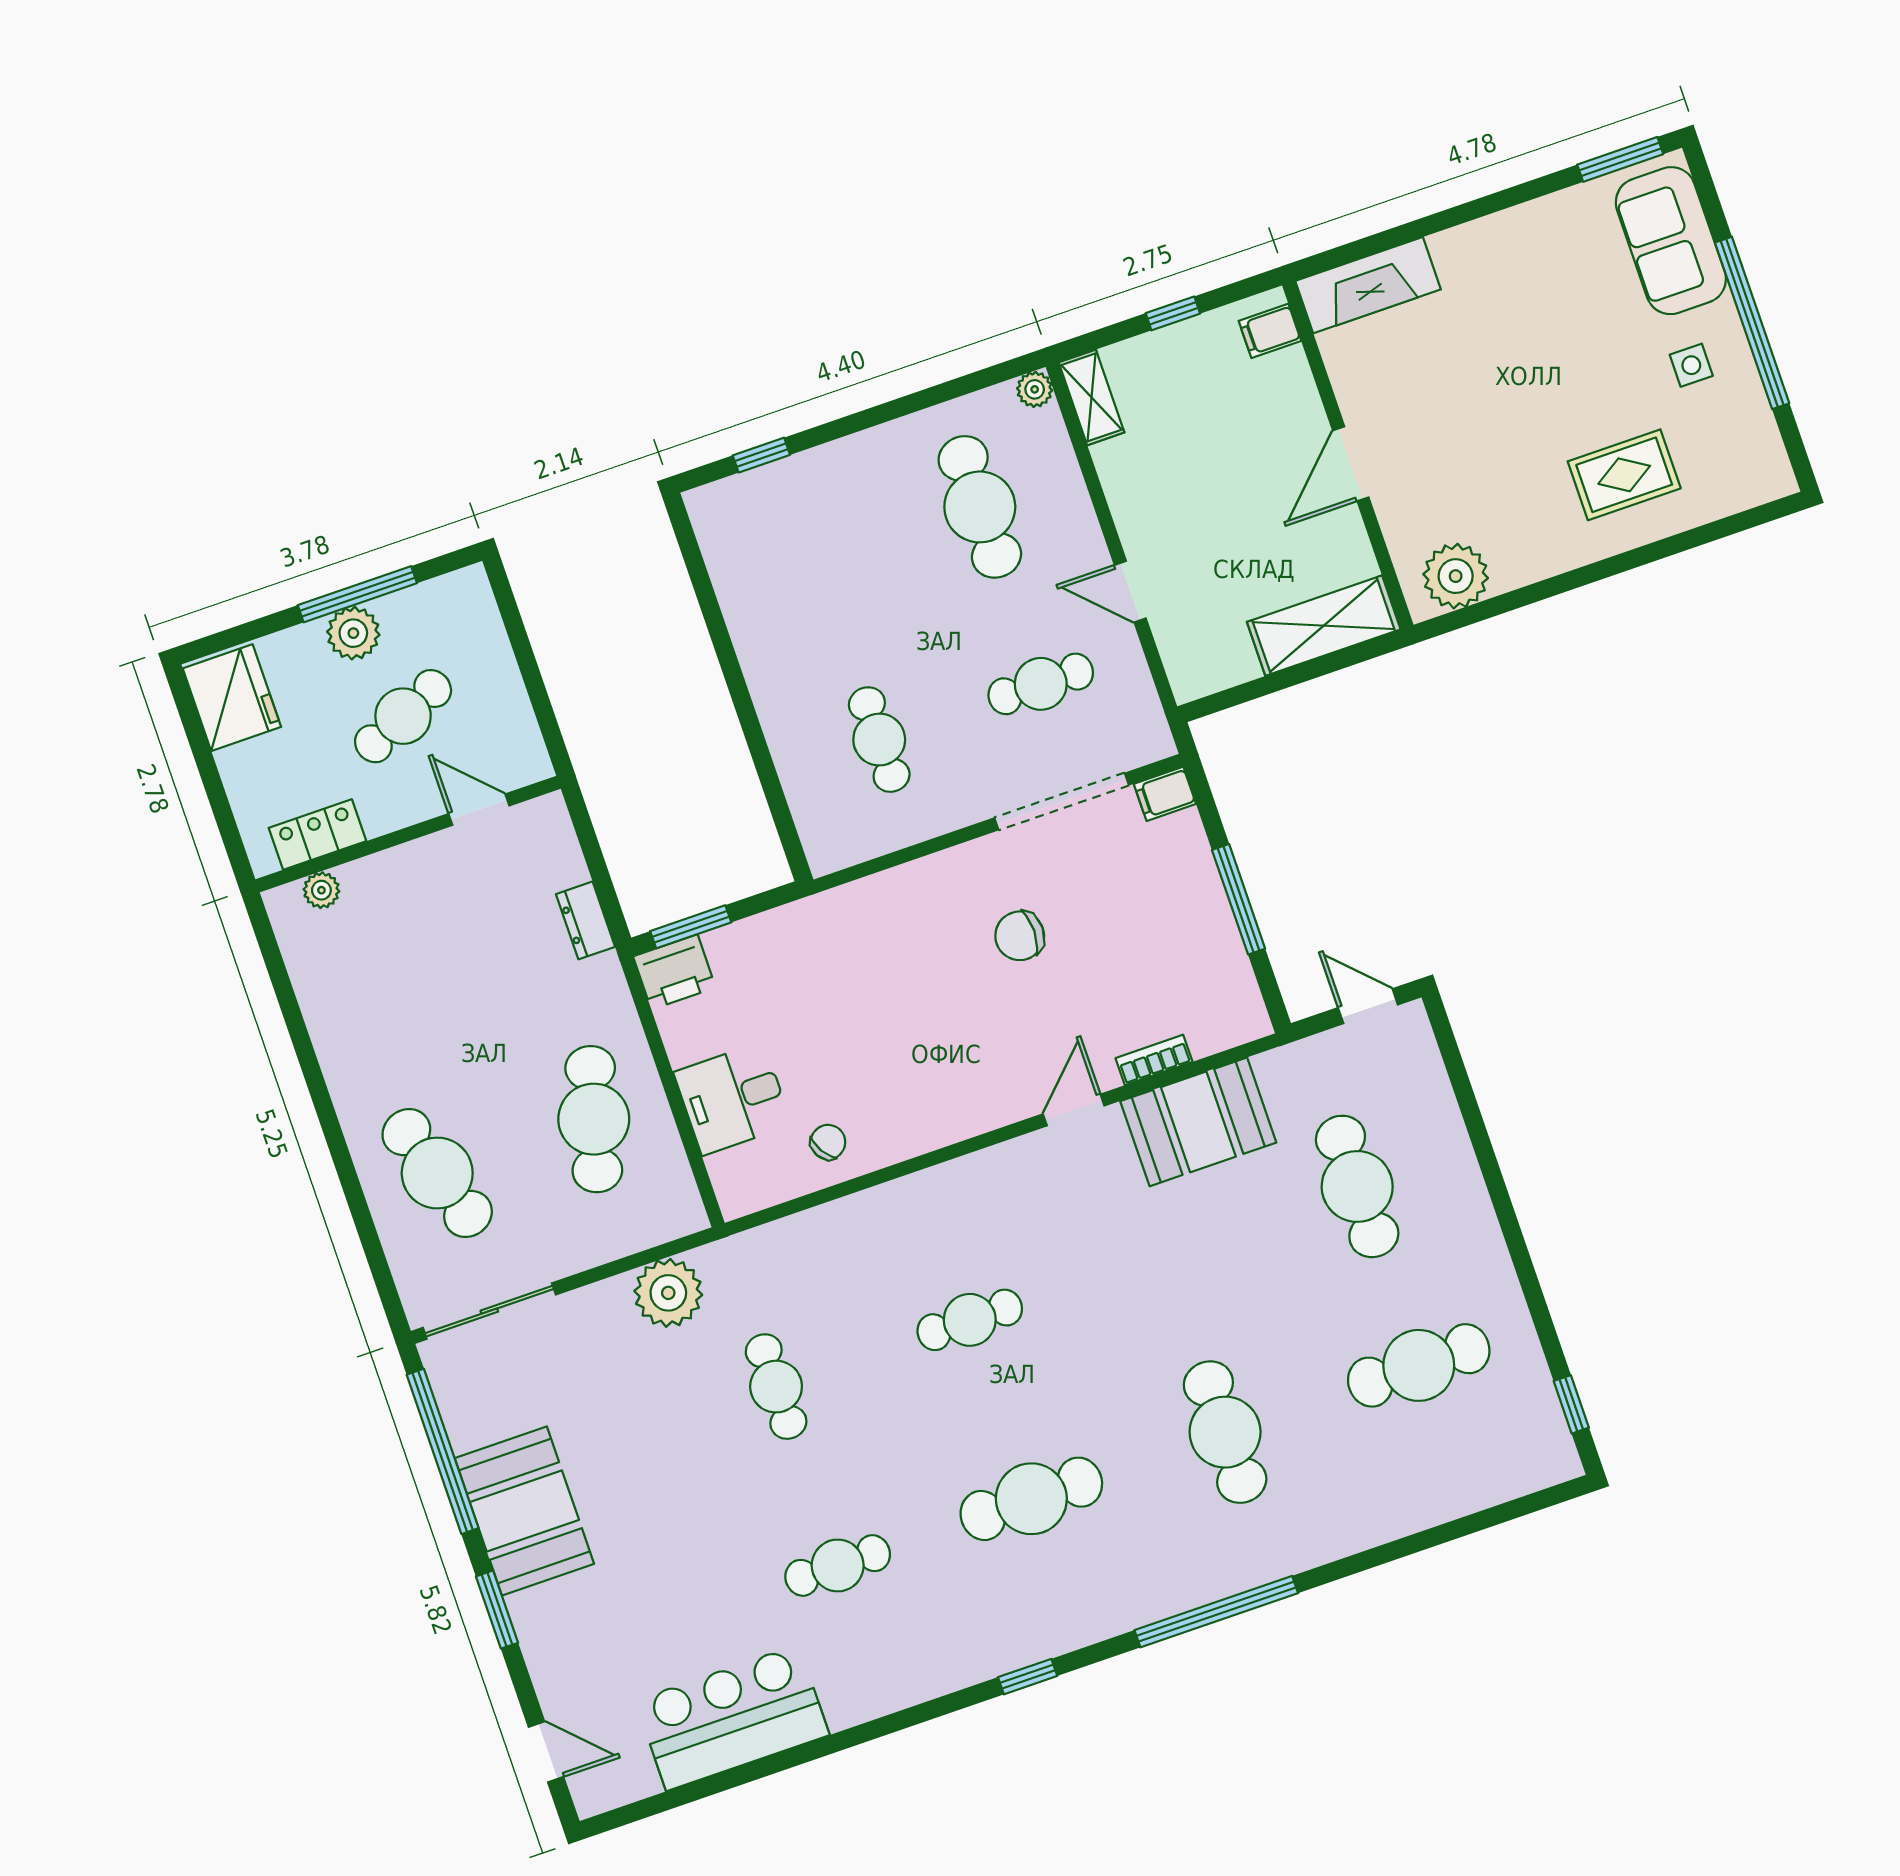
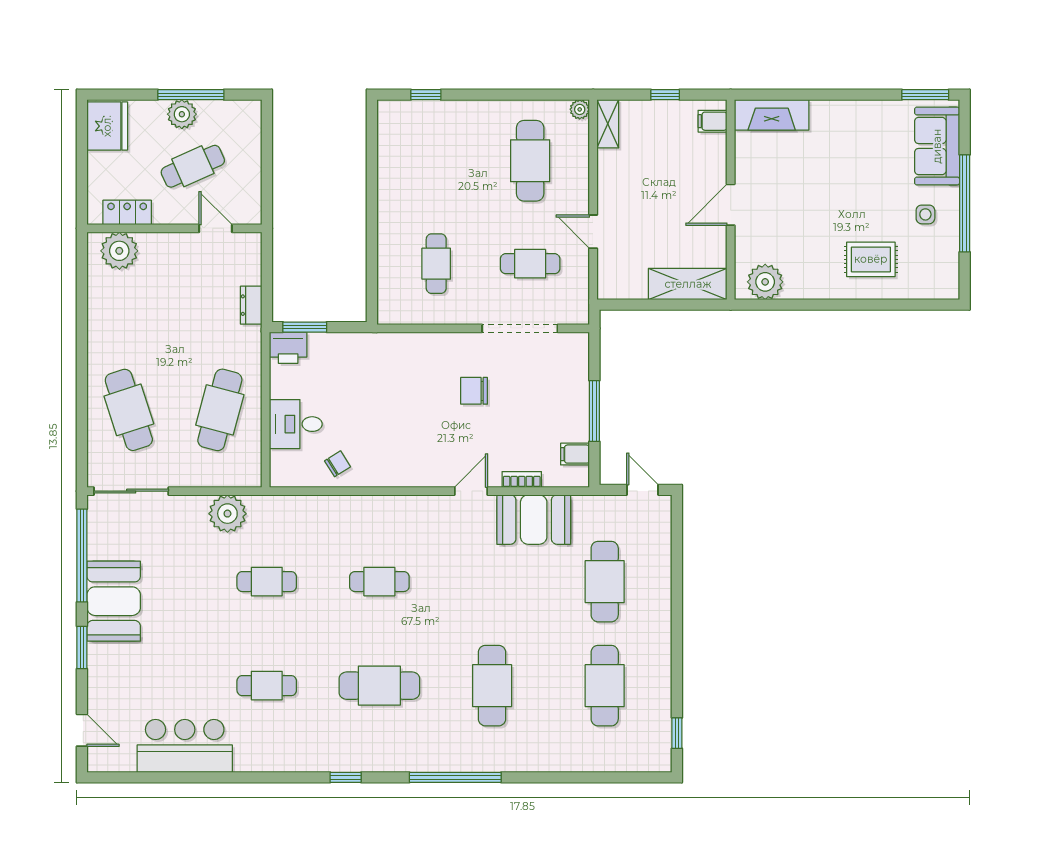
filing cabinet: (1165, 794) -> (575, 454), moved
plant: (321, 890) -> (119, 251), width x1.88, depth x1.88
cafe table: (1419, 1365) -> (605, 686), turned 90
cafe table: (776, 1387) -> (267, 582), turned 90

